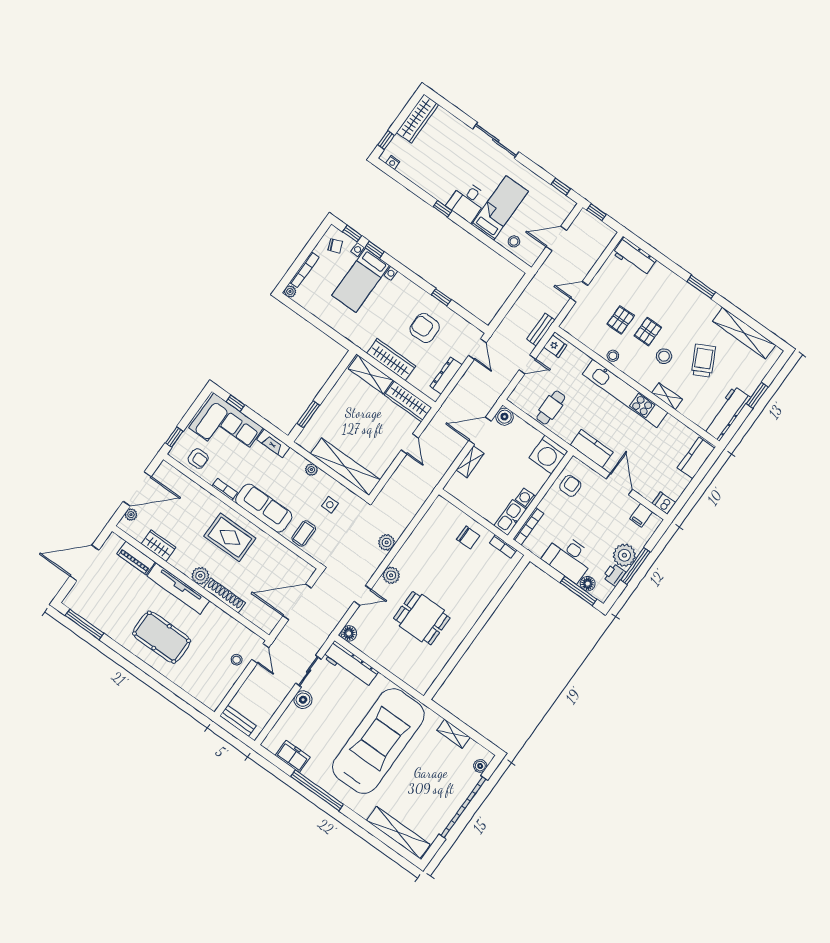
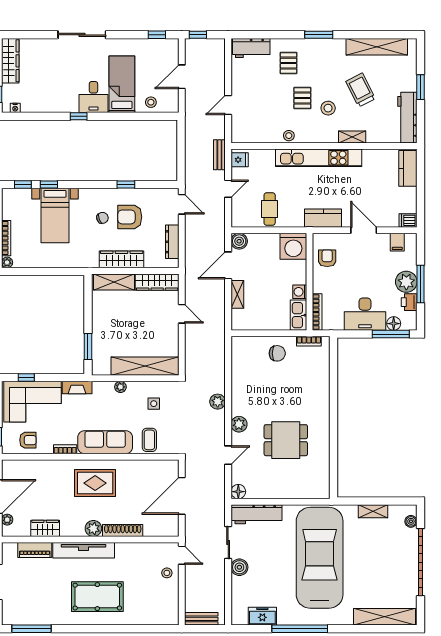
chair: (335, 246) -> (102, 218), moved
pallet: (621, 320) -> (289, 63), moved

